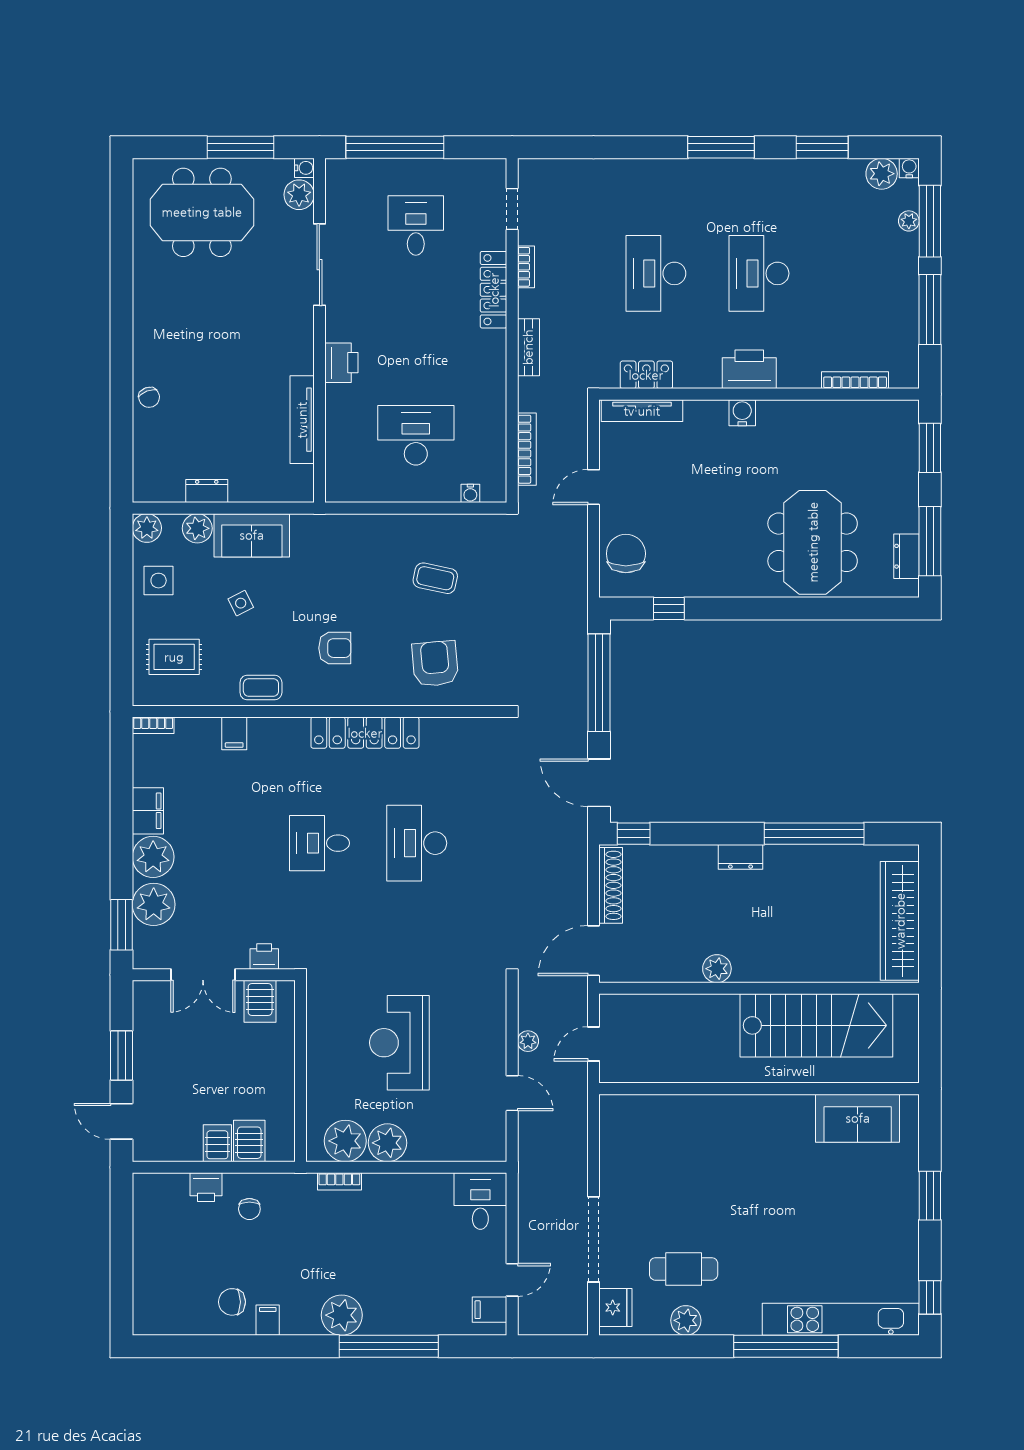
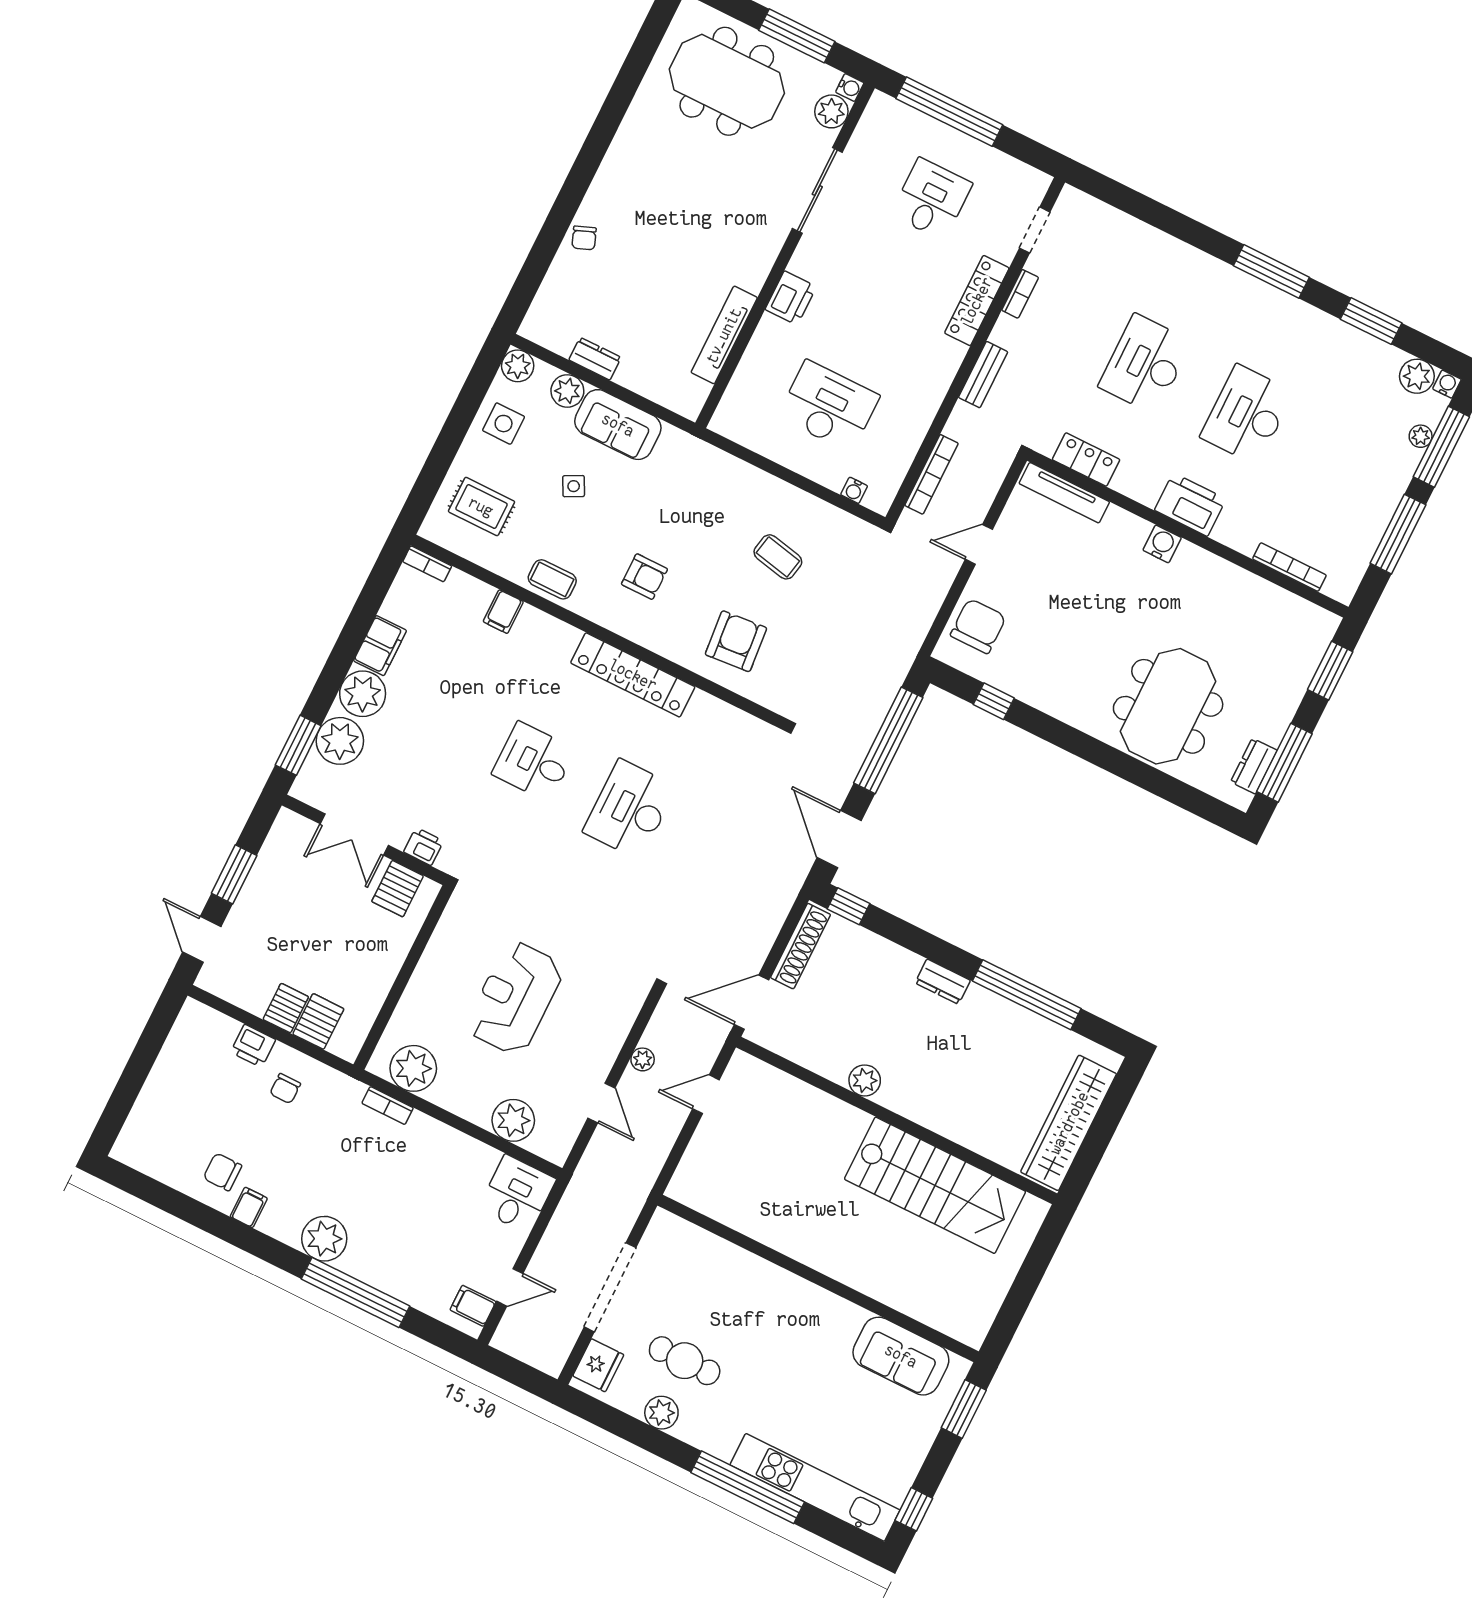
wall: (759, 1089) -> (818, 1278), moved
sofa: (858, 1118) -> (901, 1356), moved
plant: (387, 1143) -> (513, 1120), moved

